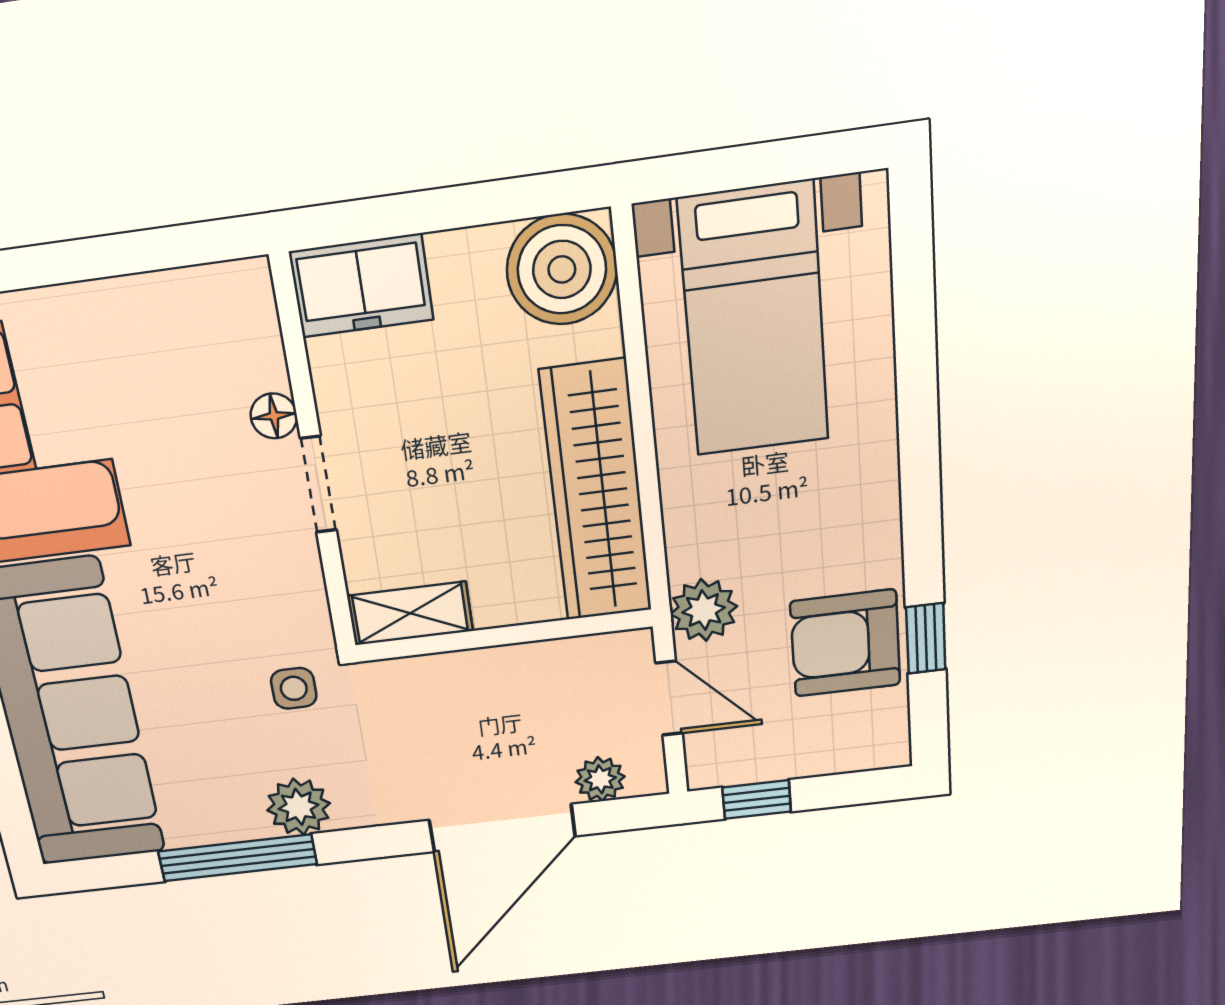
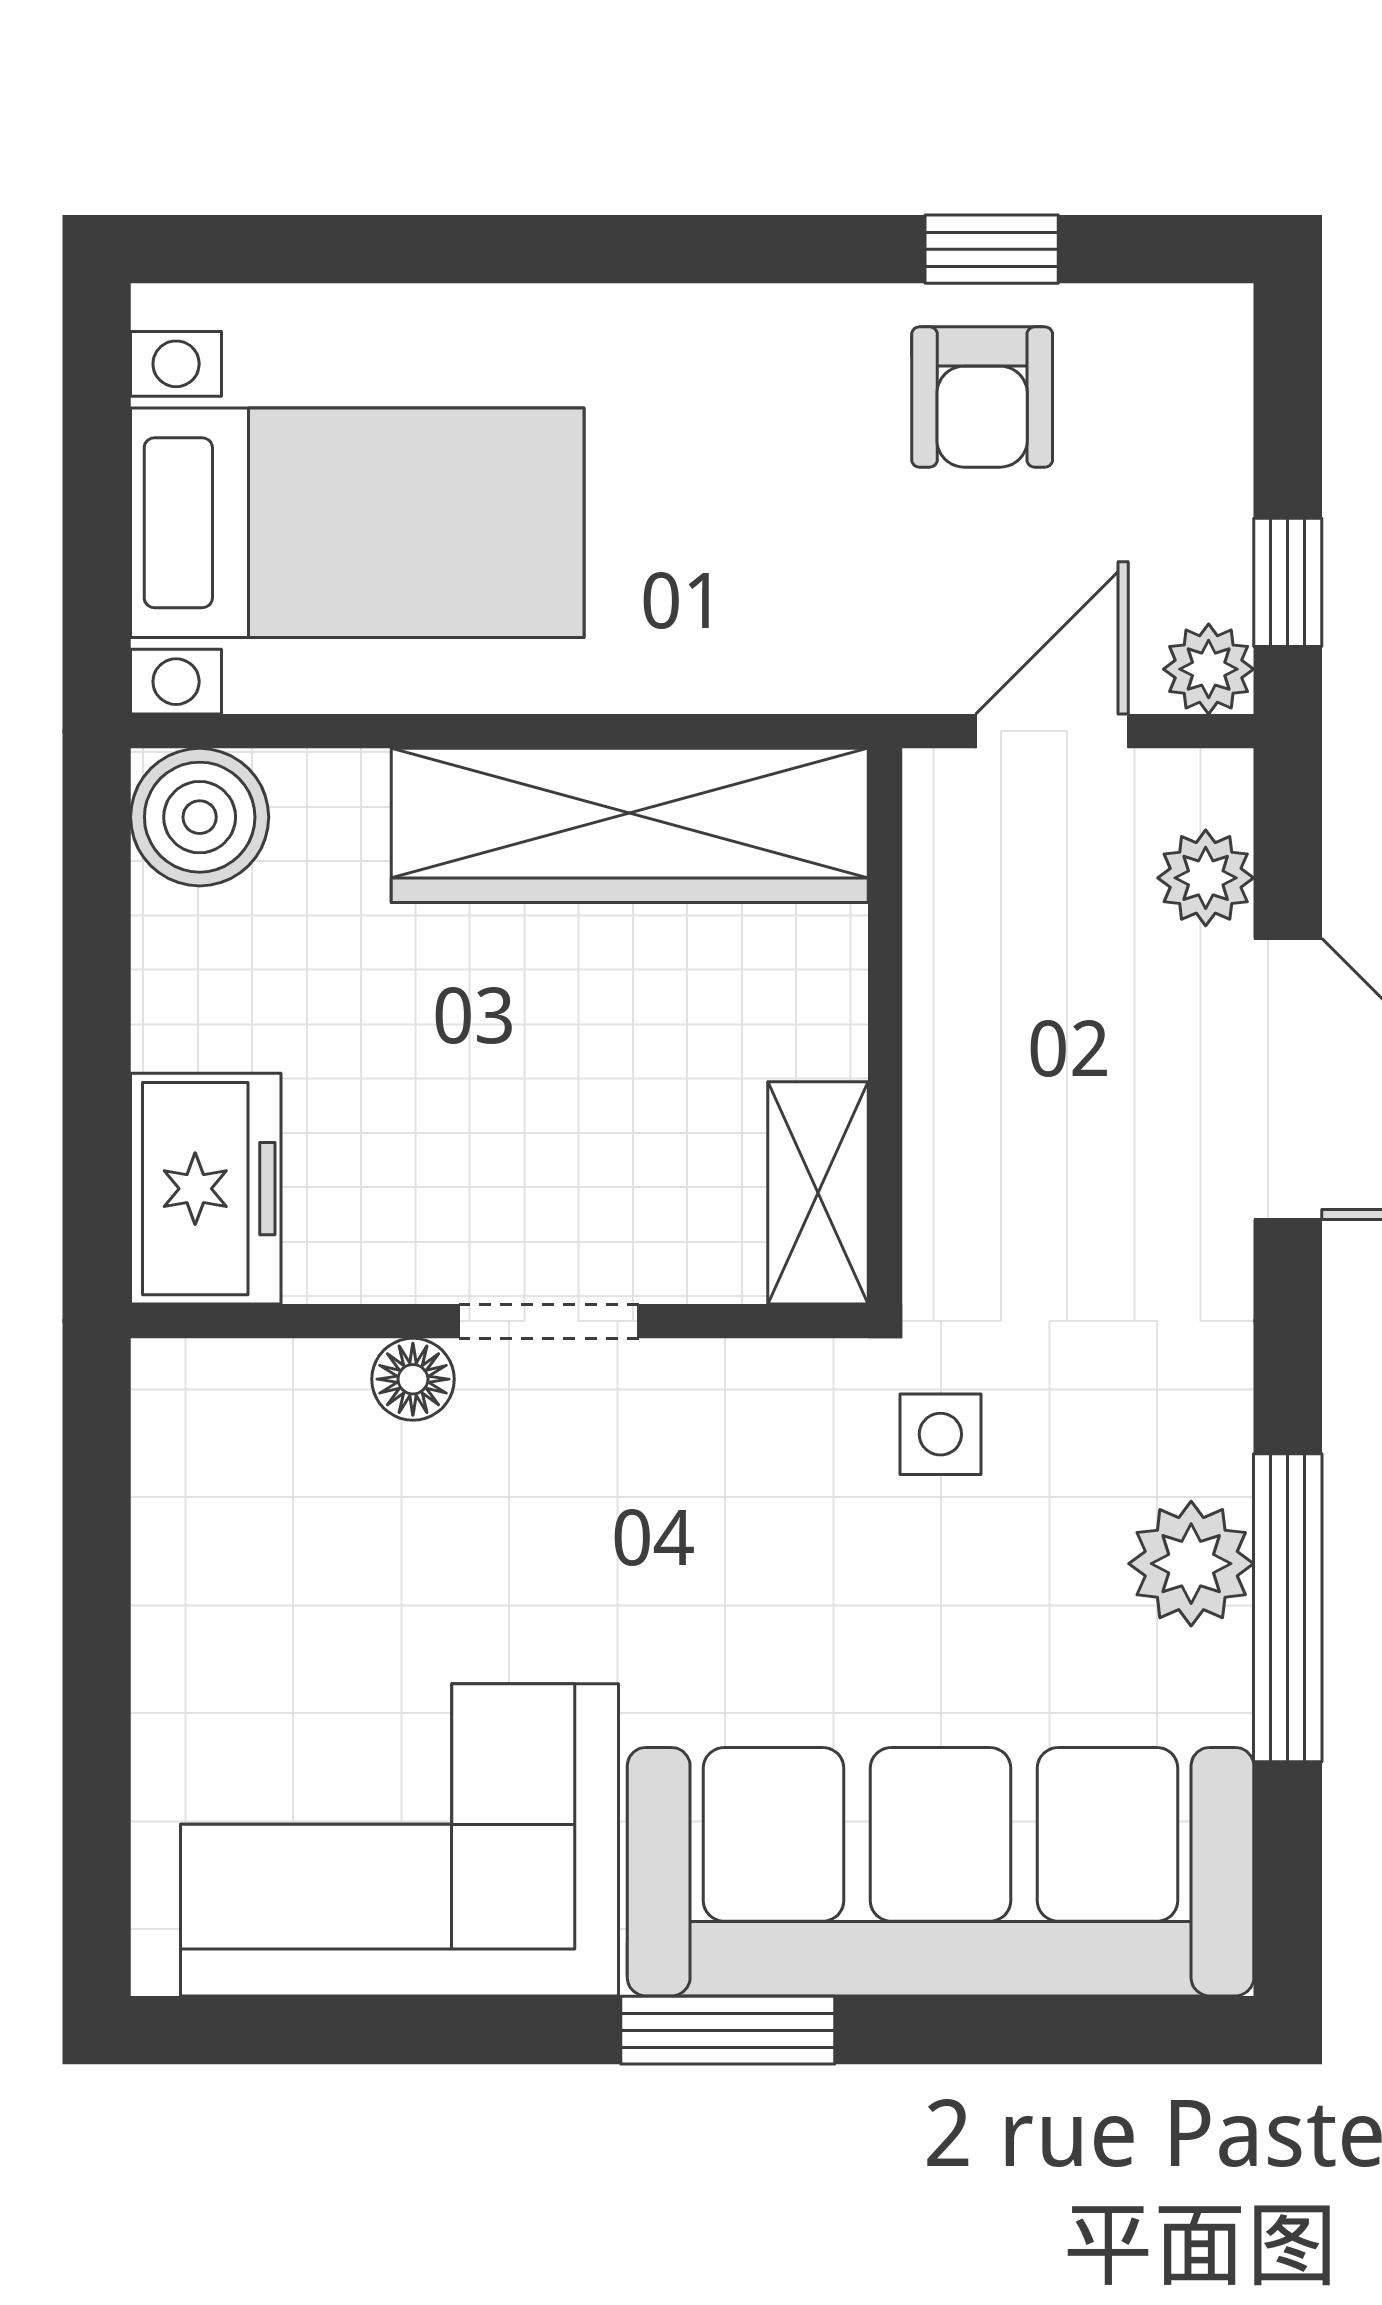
boiler: (562, 269) -> (200, 817), width x0.73, depth x0.73
plant: (704, 610) -> (1209, 669), moved, width x0.73, depth x0.73
armchair: (845, 643) -> (982, 397), width x0.72, depth x0.72
plant: (299, 807) -> (1191, 1564), moved

